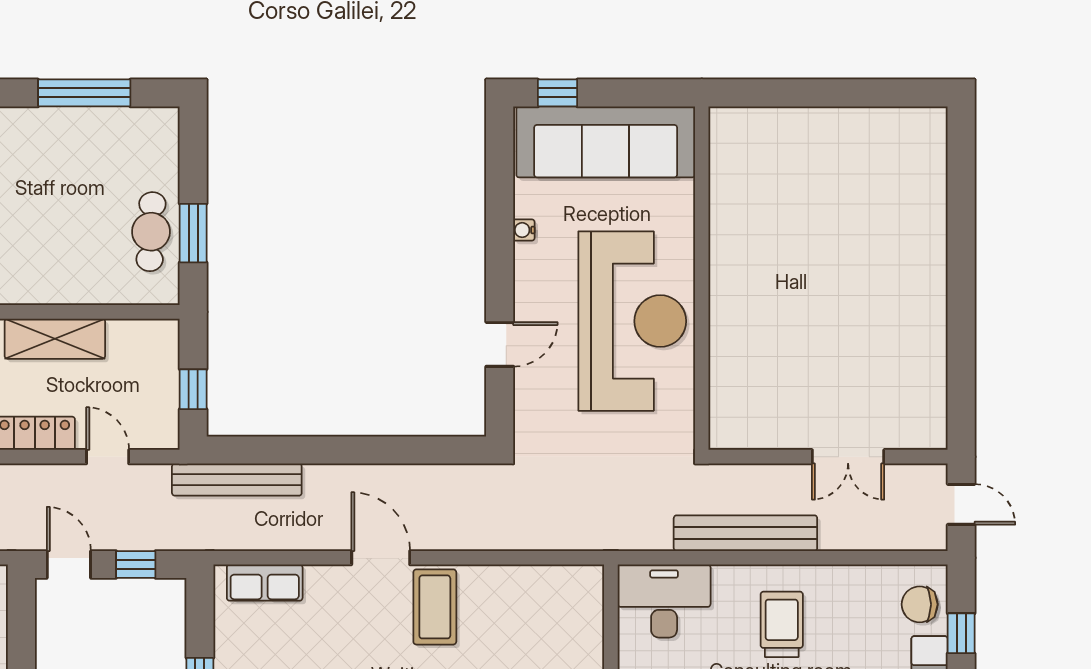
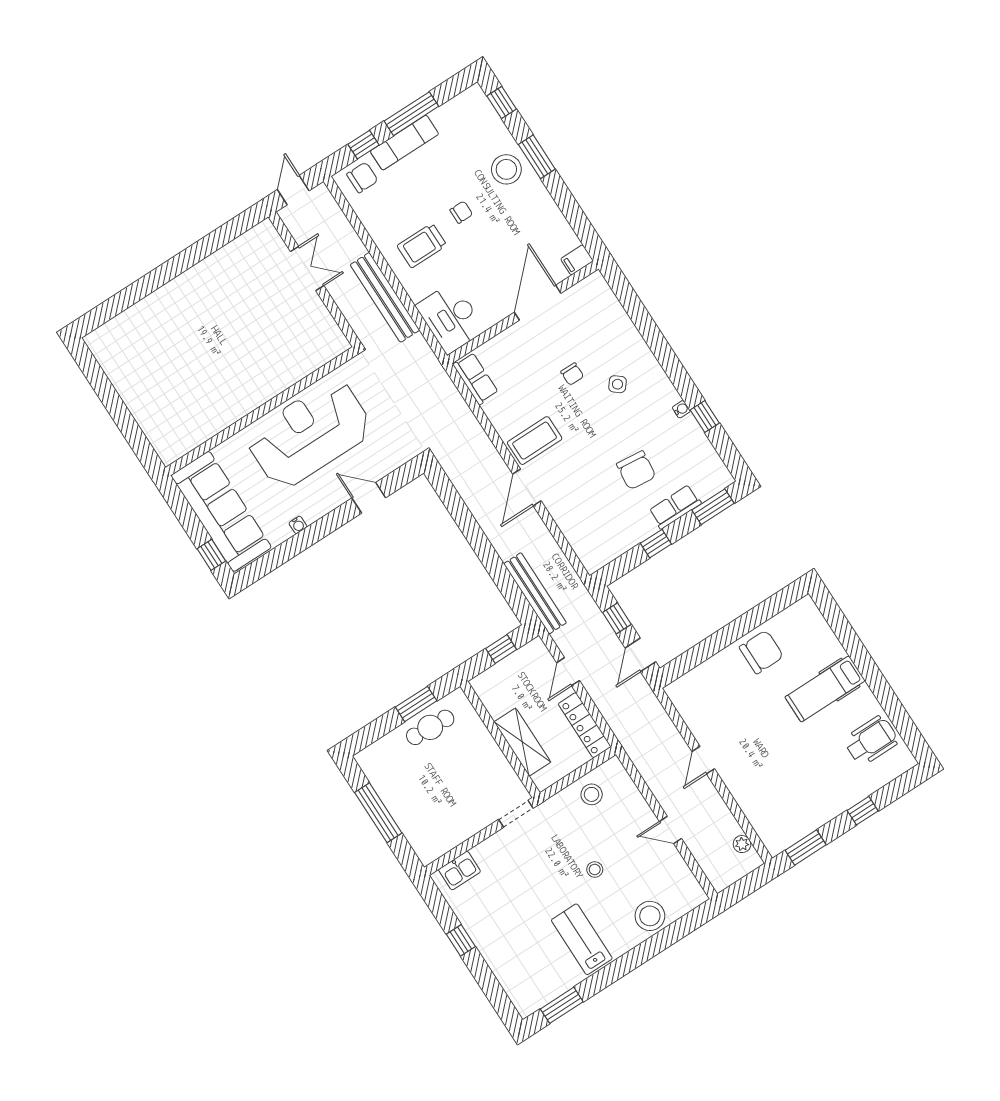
row of seats: (265, 583) -> (476, 379), moved
chair: (920, 604) -> (362, 177), turned -90

